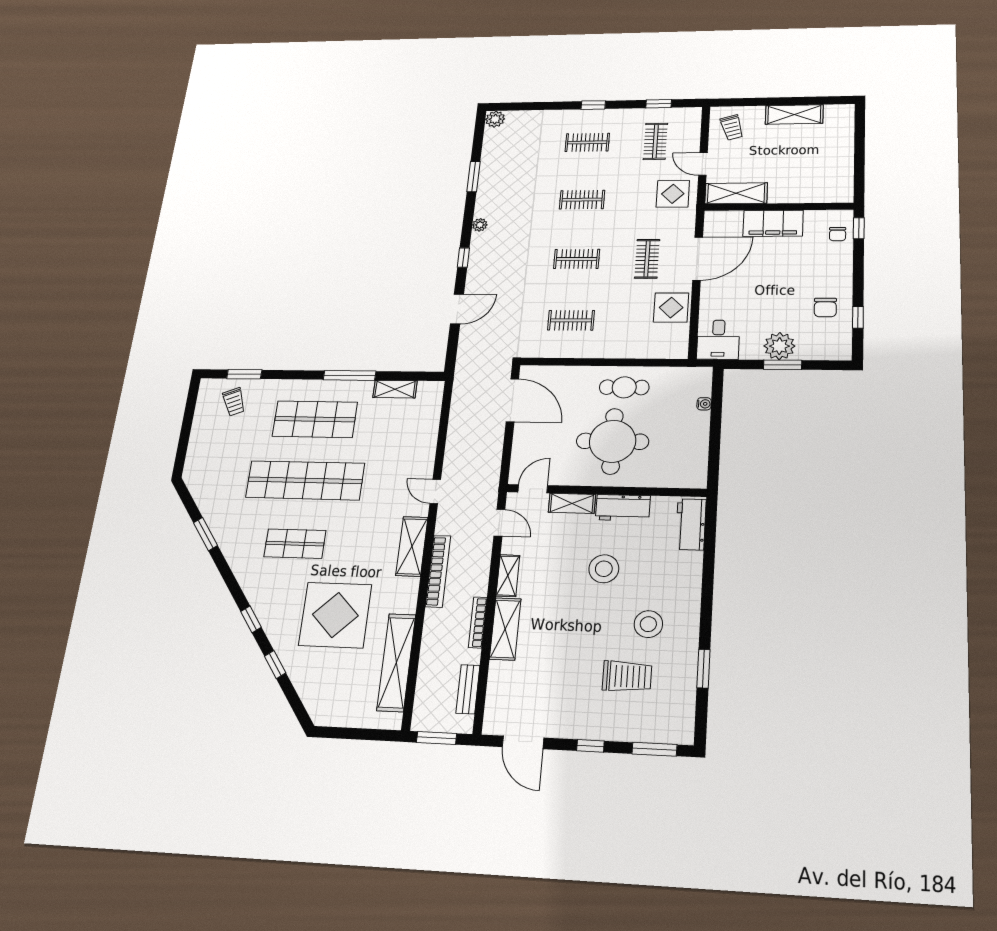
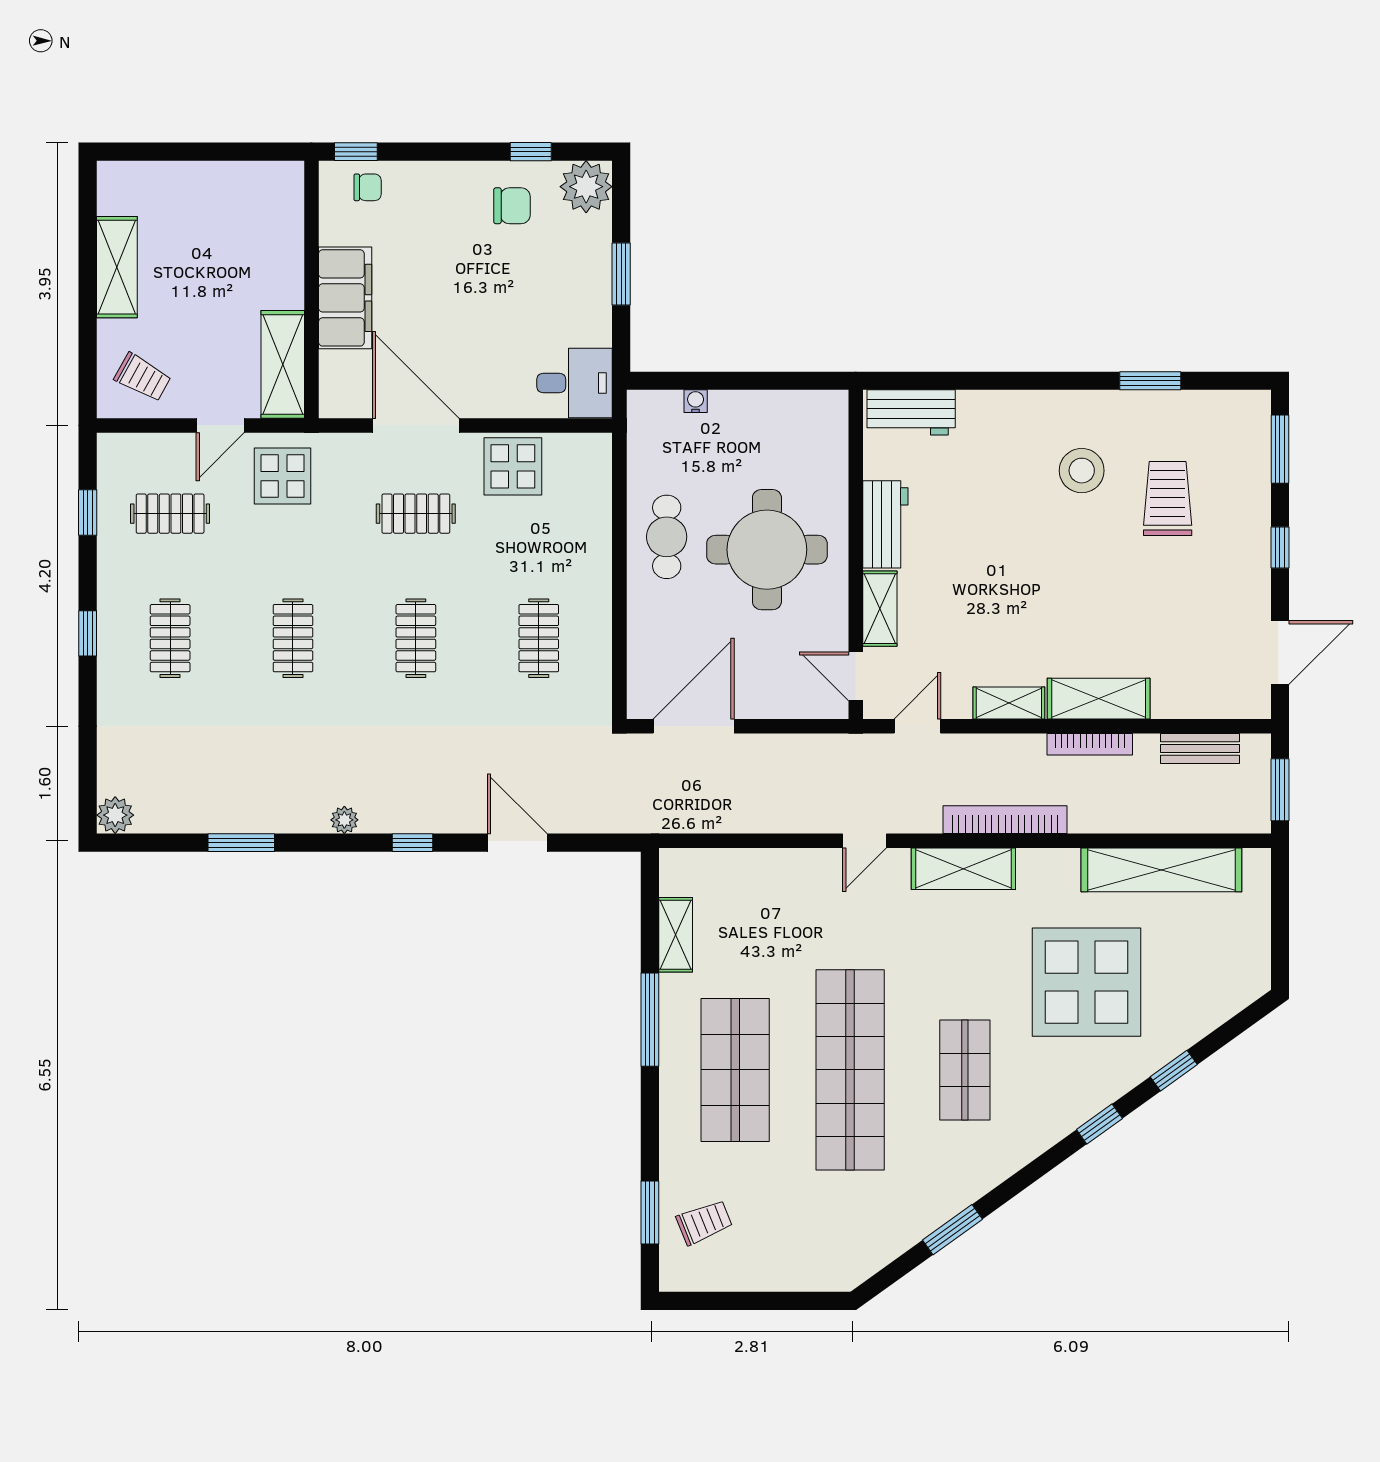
trolley: (732, 127) -> (143, 377), turned 45
plant: (779, 346) -> (586, 187), moved
stool: (604, 569) -> (992, 548), removed

